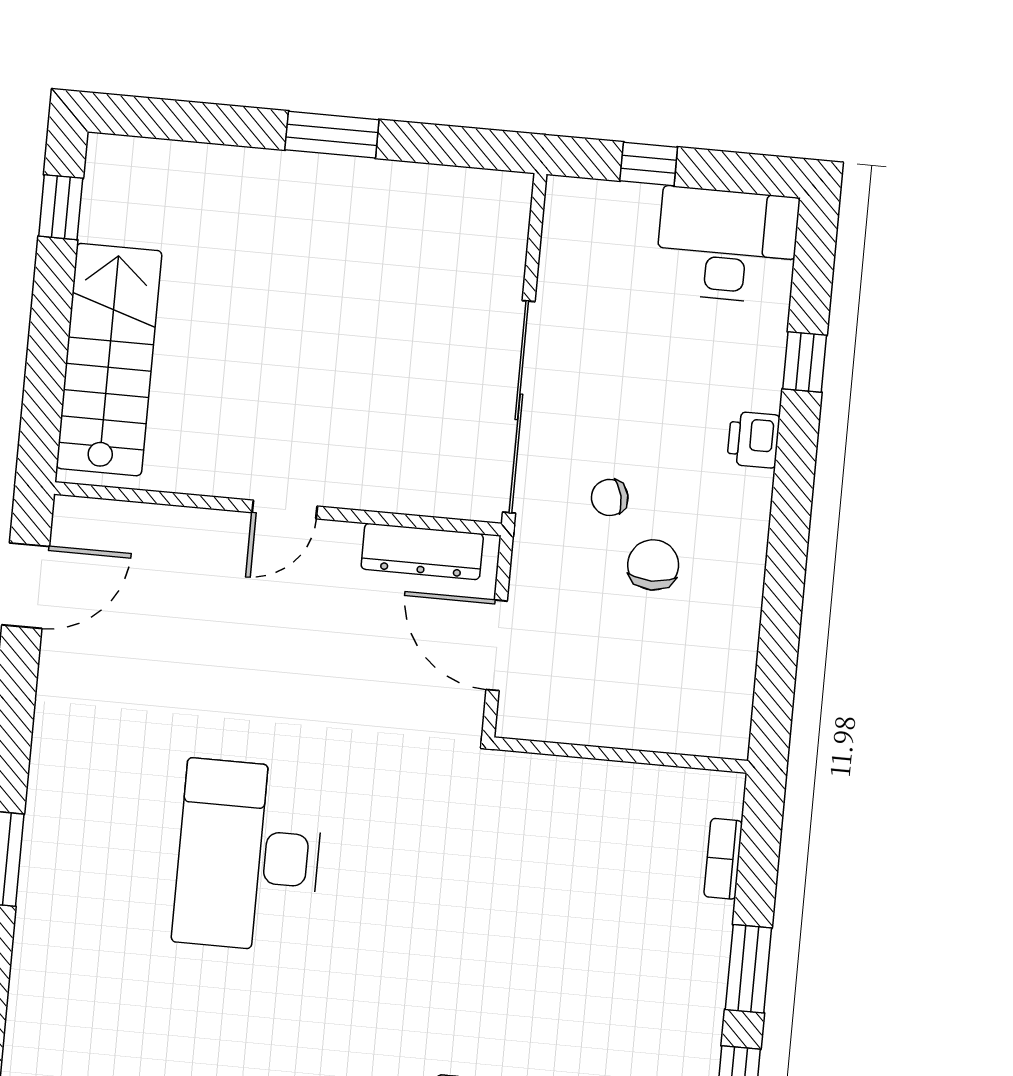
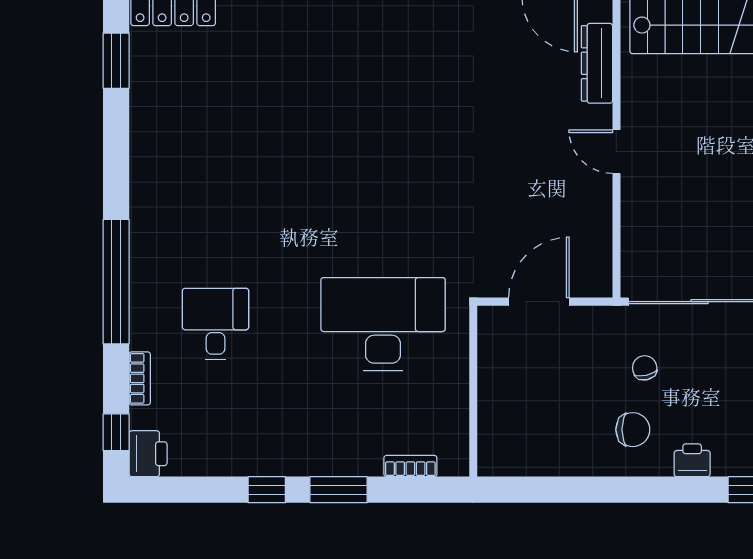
dresser: (422, 551) -> (597, 63), moved
chair: (653, 565) -> (633, 430), moved
desk: (249, 856) -> (383, 324), moved

